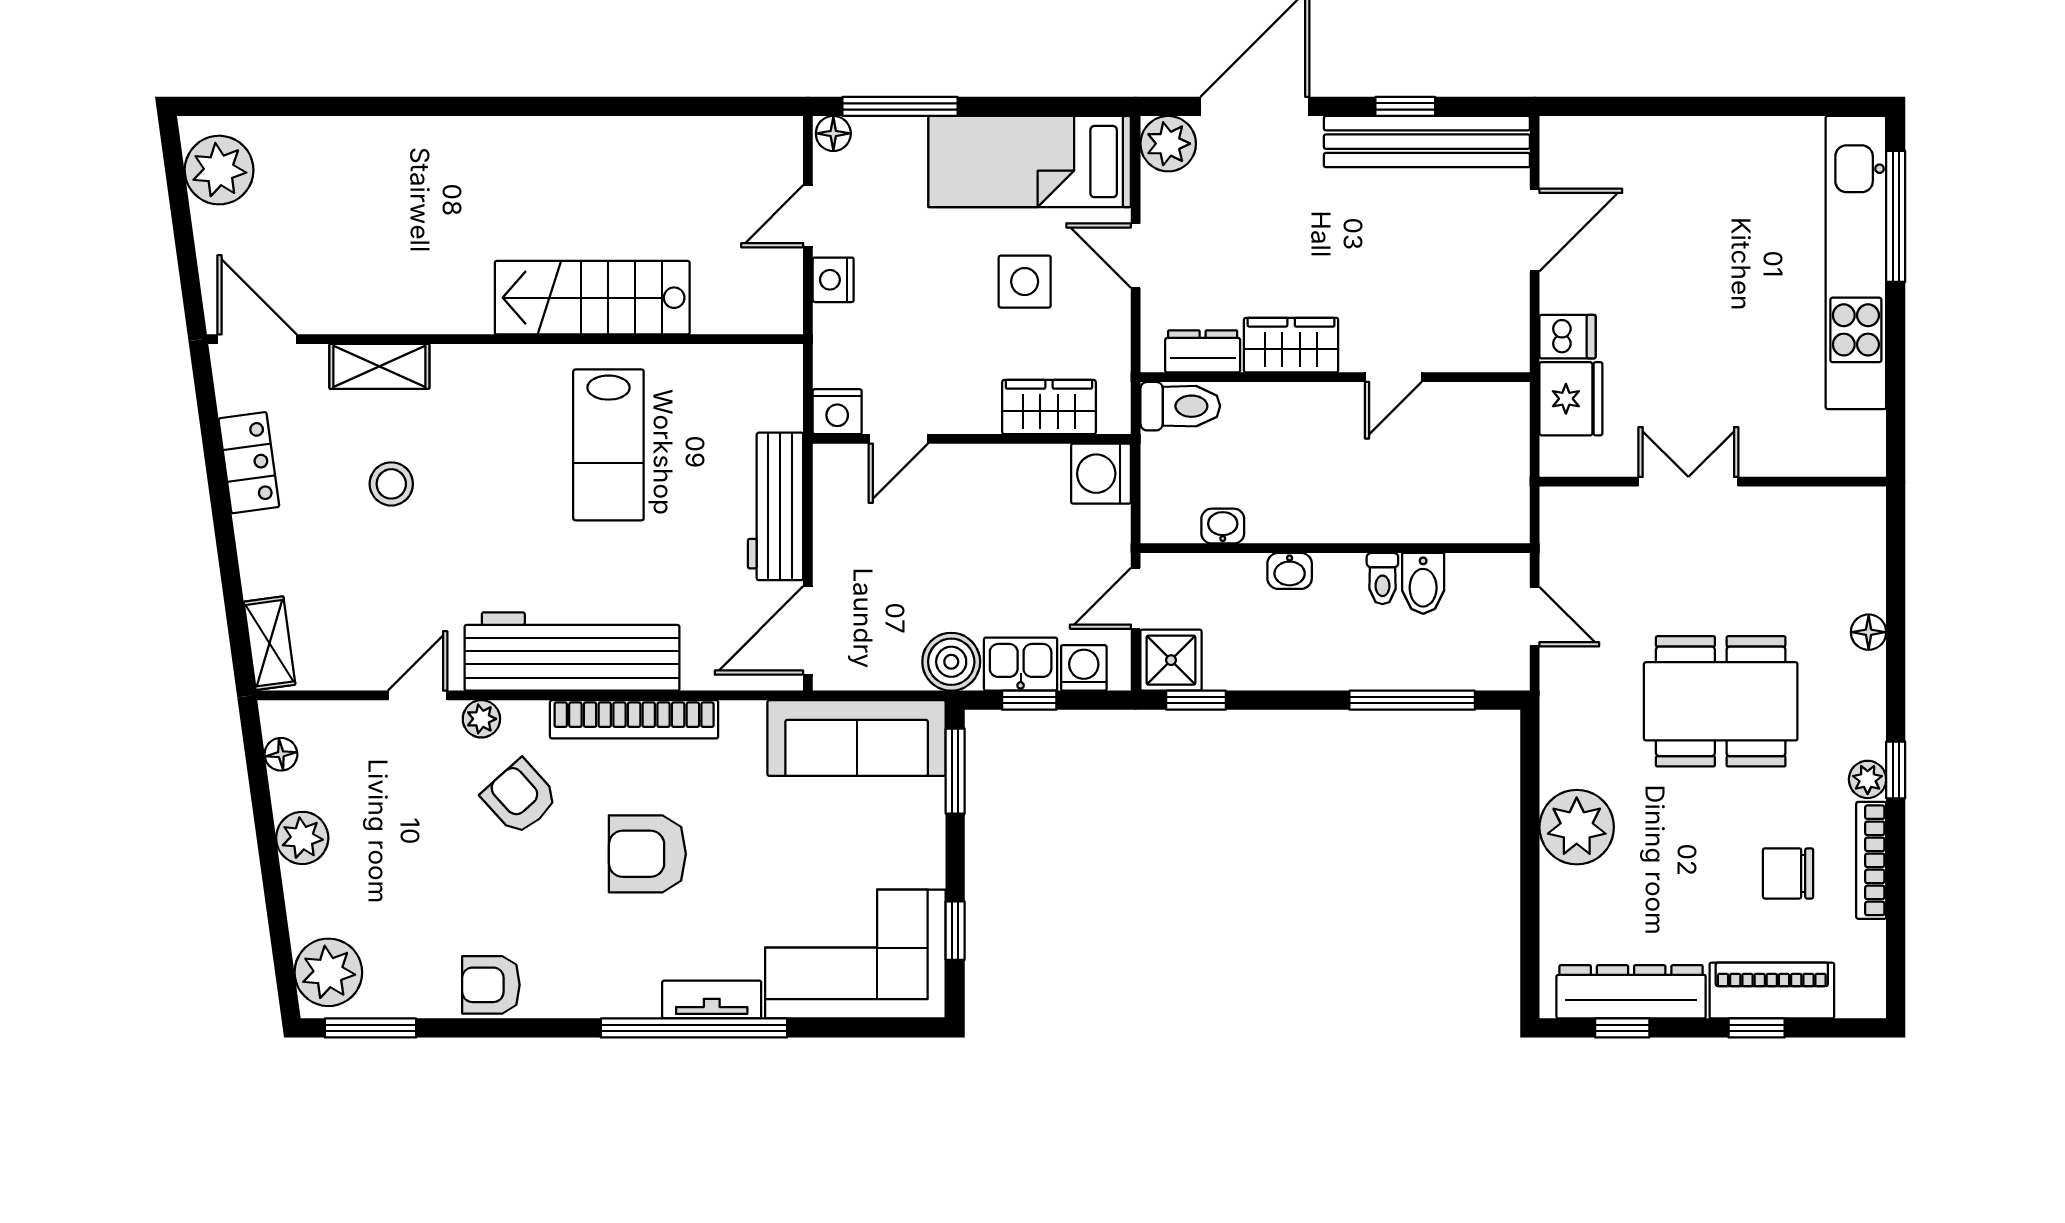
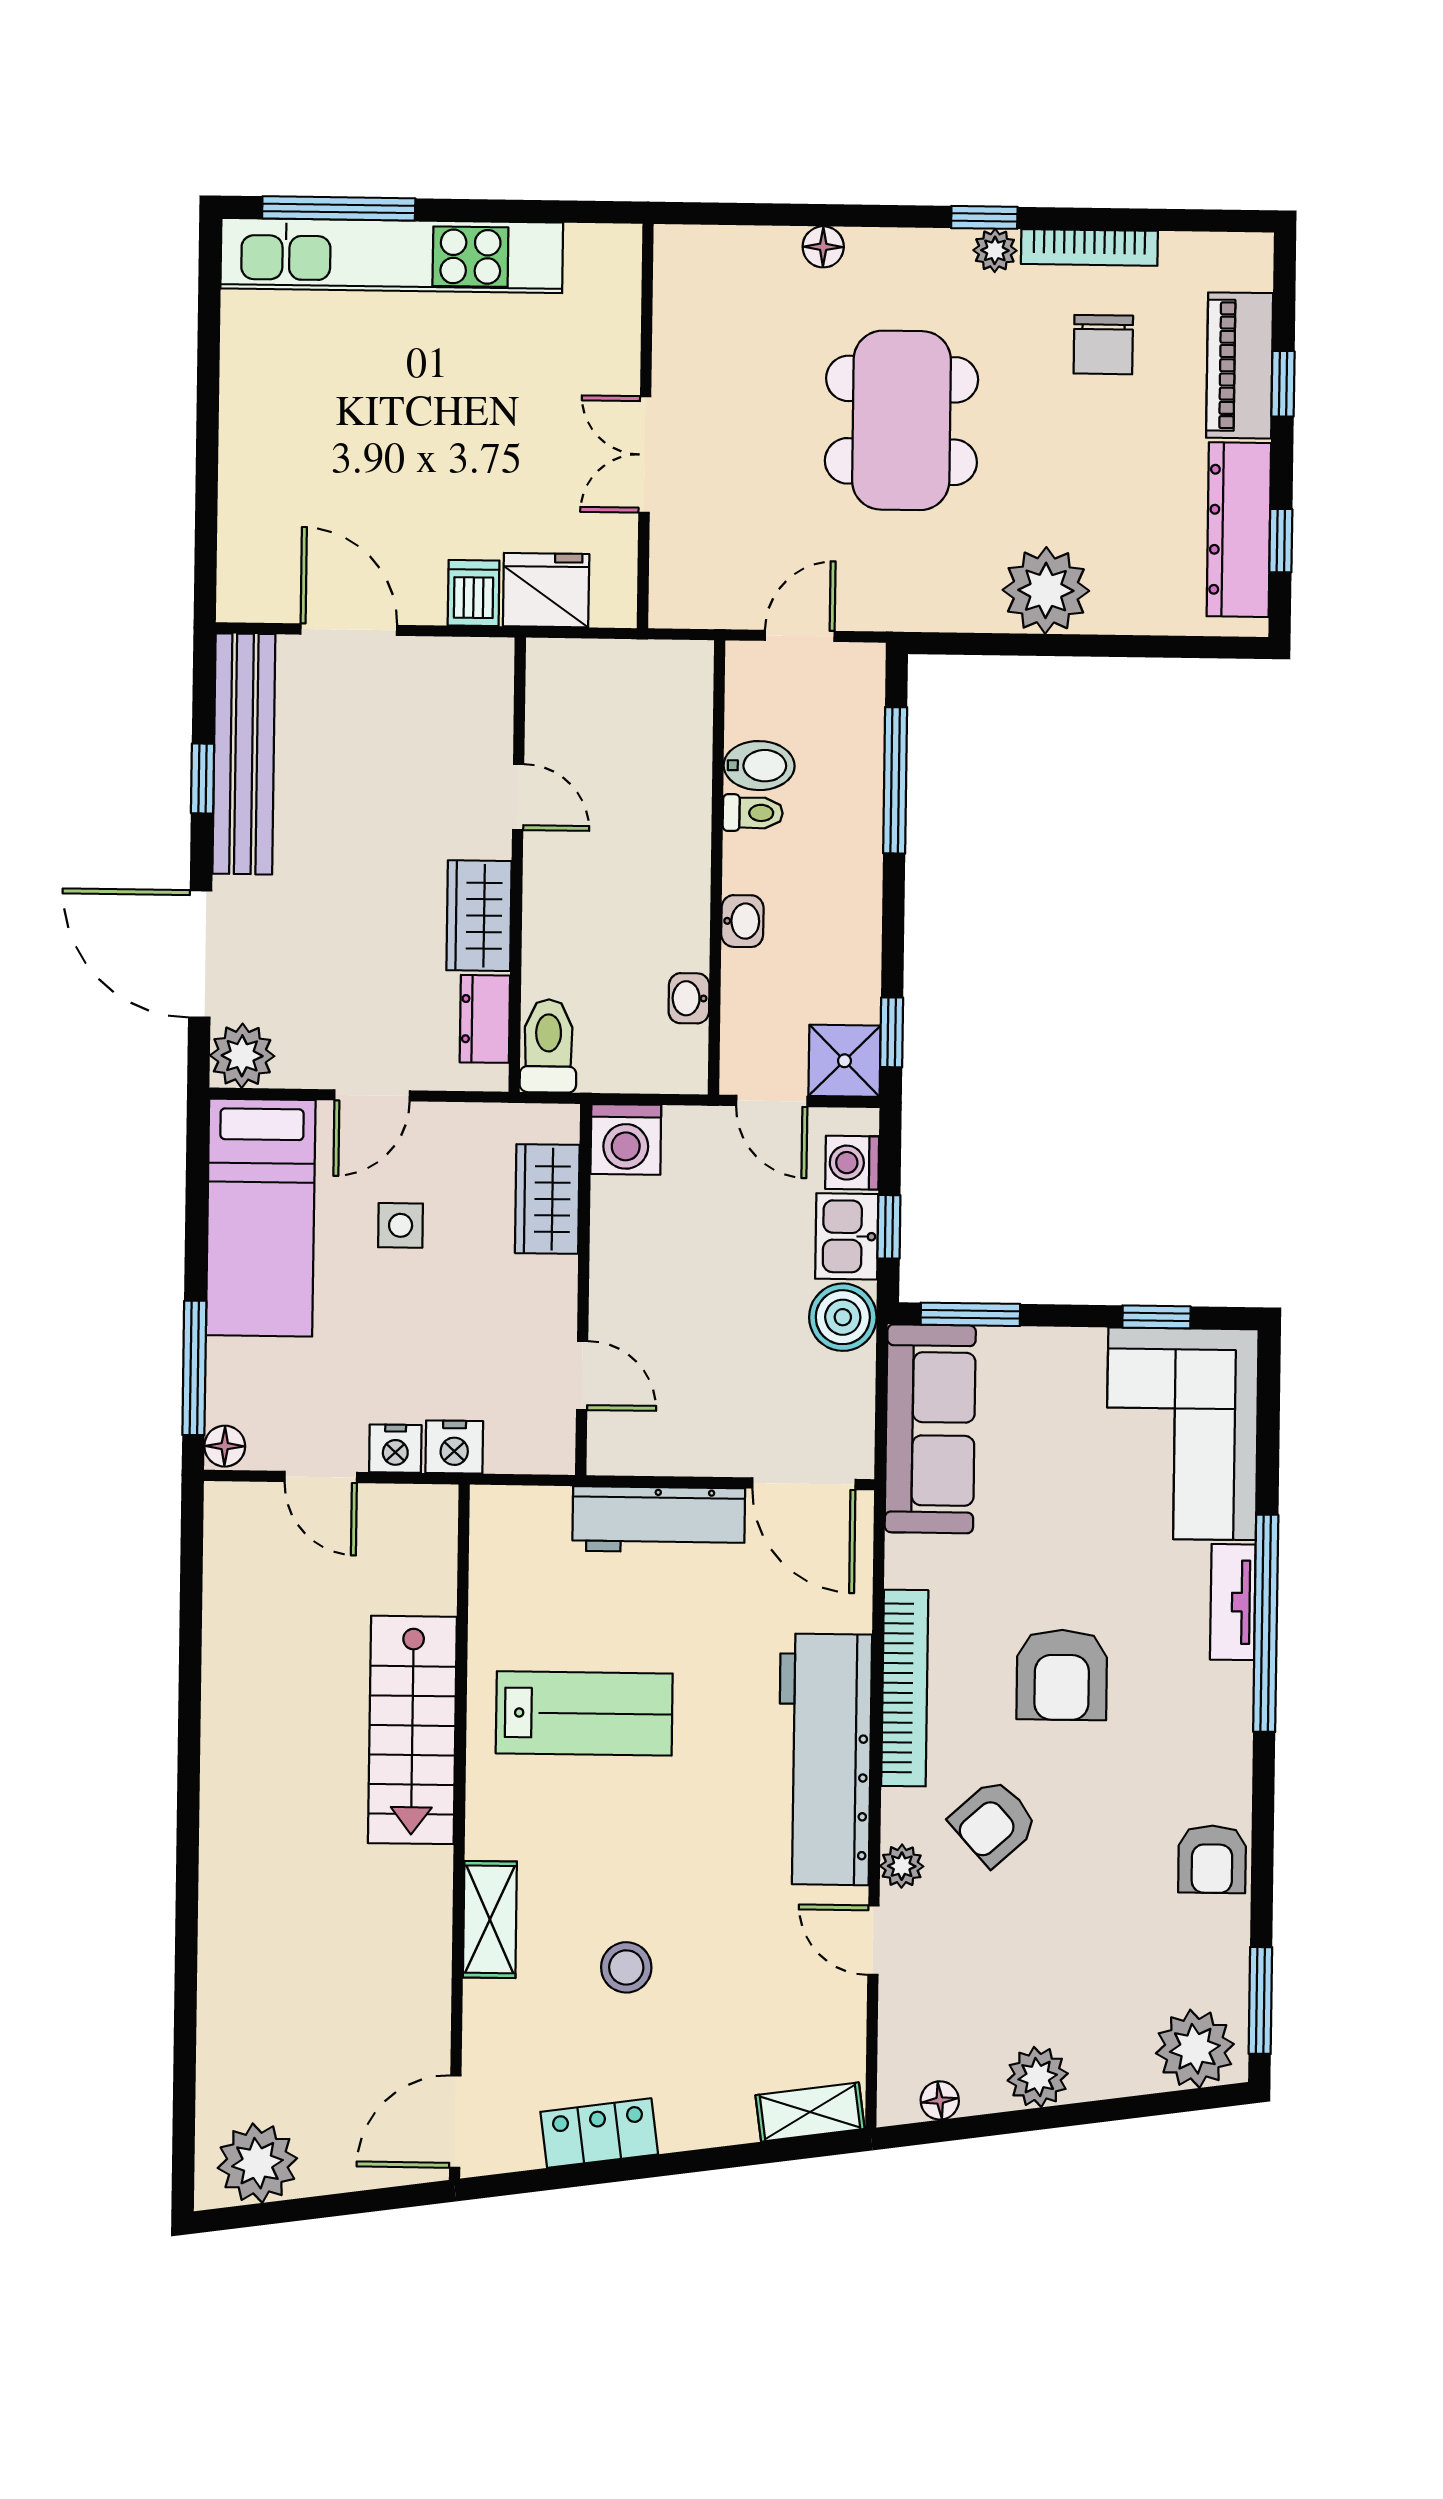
side table: (1025, 282) -> (401, 1225), width x0.73, depth x0.73
shelving: (379, 366) -> (490, 1919), moved
nightstand: (837, 412) -> (454, 1447), moved, turned 90

